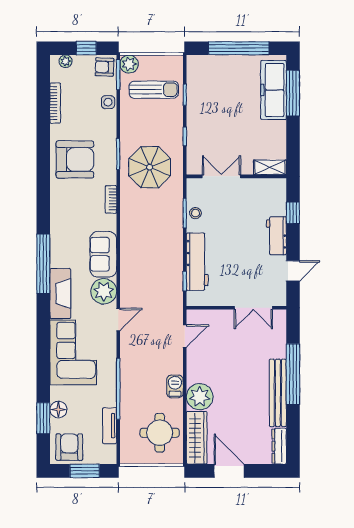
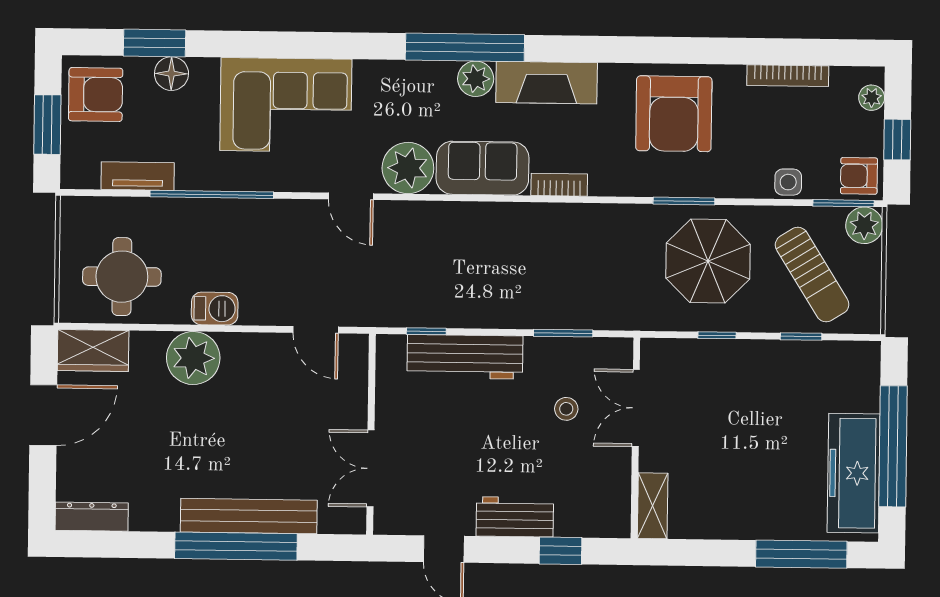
armchair: (104, 67) -> (859, 176), turned -92
sun lounger: (154, 90) -> (812, 275), turned -32
freezer: (274, 90) -> (854, 473), moved, turned -90
parasol: (150, 167) -> (708, 261), moved
double door: (221, 176) -> (636, 408), swing flipped
bookcase: (111, 199) -> (559, 185), moved
stool: (195, 213) -> (566, 409), moved
plant: (59, 258) -> (476, 79), added
fireplace: (60, 294) -> (547, 83), moved
bench: (278, 393) -> (249, 516), moved
wardrobe: (197, 438) -> (93, 351), width x0.67

